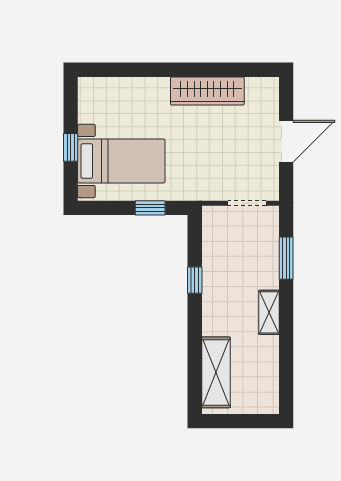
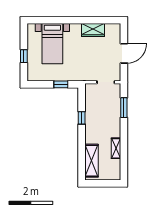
wardrobe: (207, 91) -> (93, 30), width x0.67
bed with nightstands: (121, 161) -> (52, 44), moved, turned 90
shelving: (269, 312) -> (116, 148), moved

